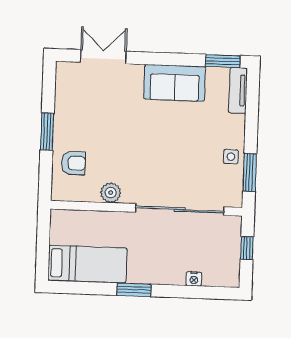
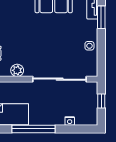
window: (250, 172) -> (101, 17), moved
window: (134, 290) -> (33, 129), width x2.11

